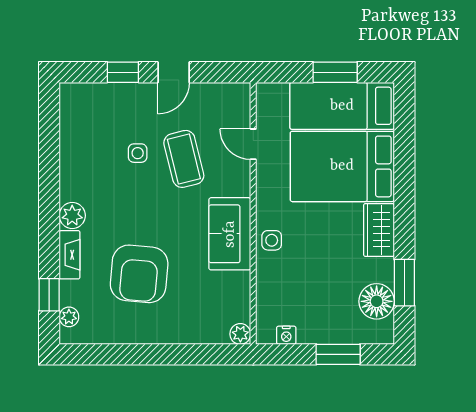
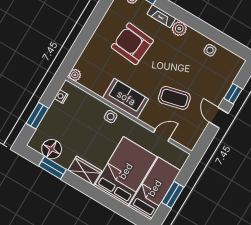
side table: (138, 153) -> (210, 50), moved

